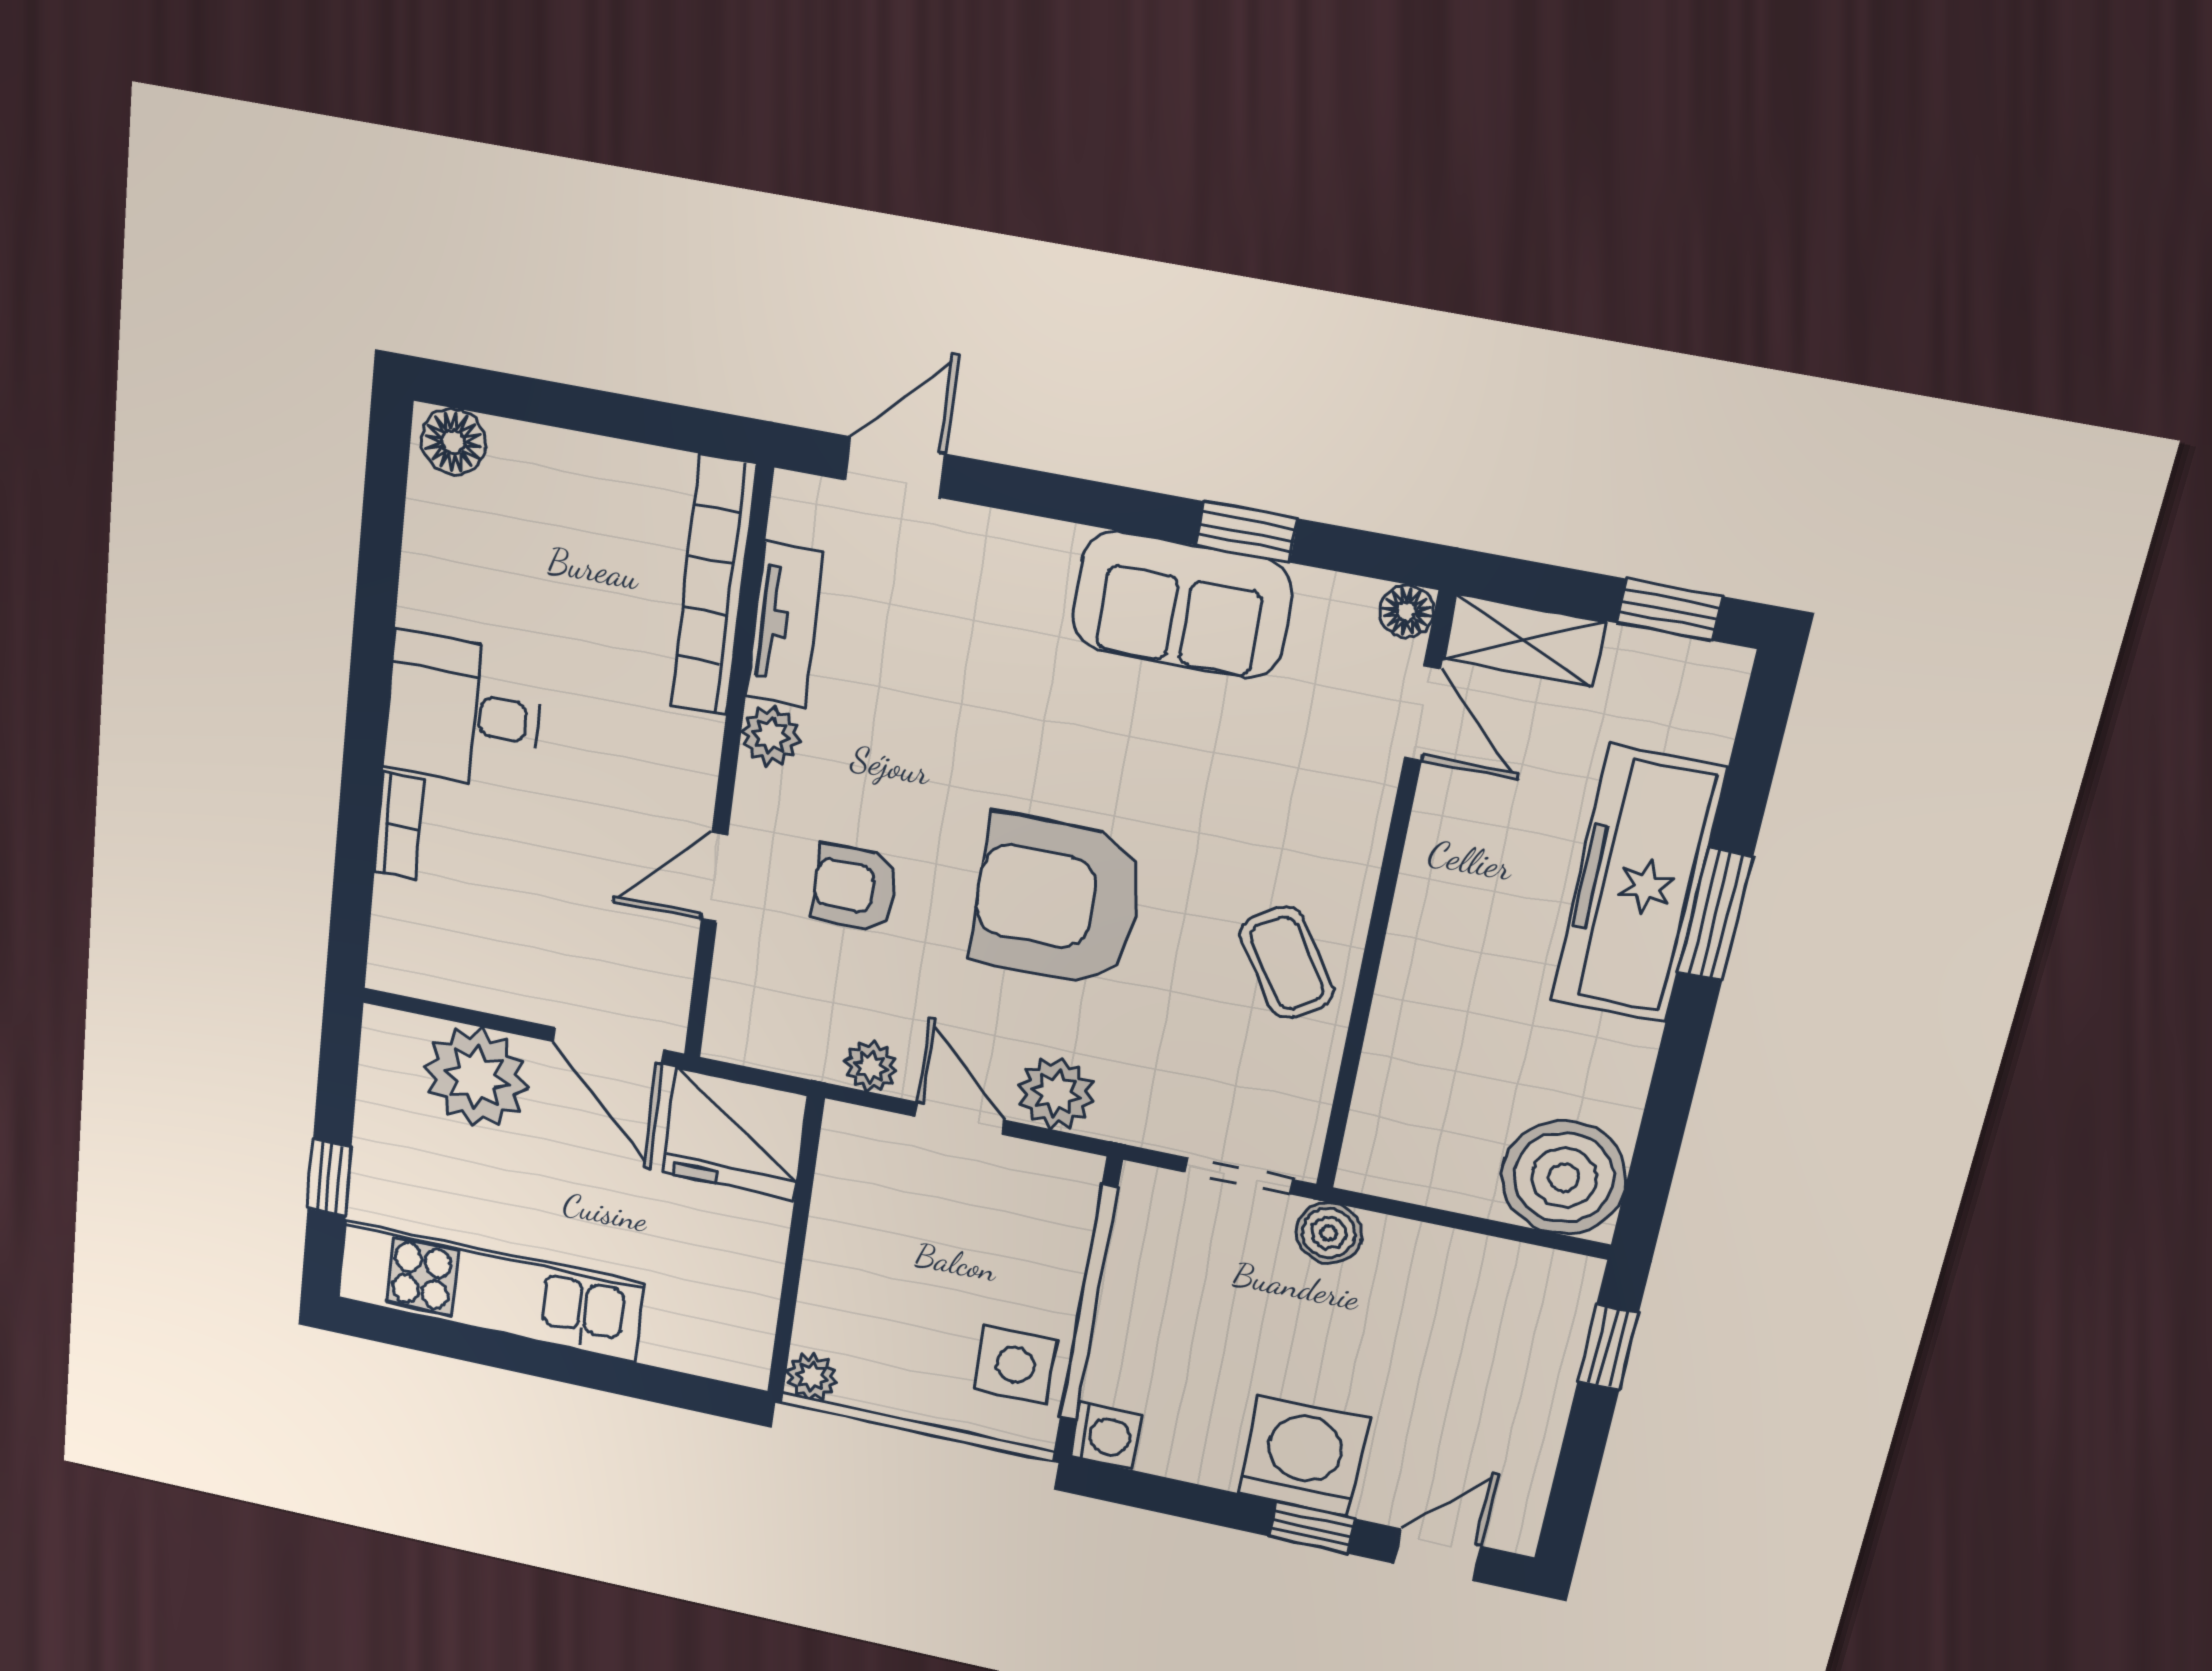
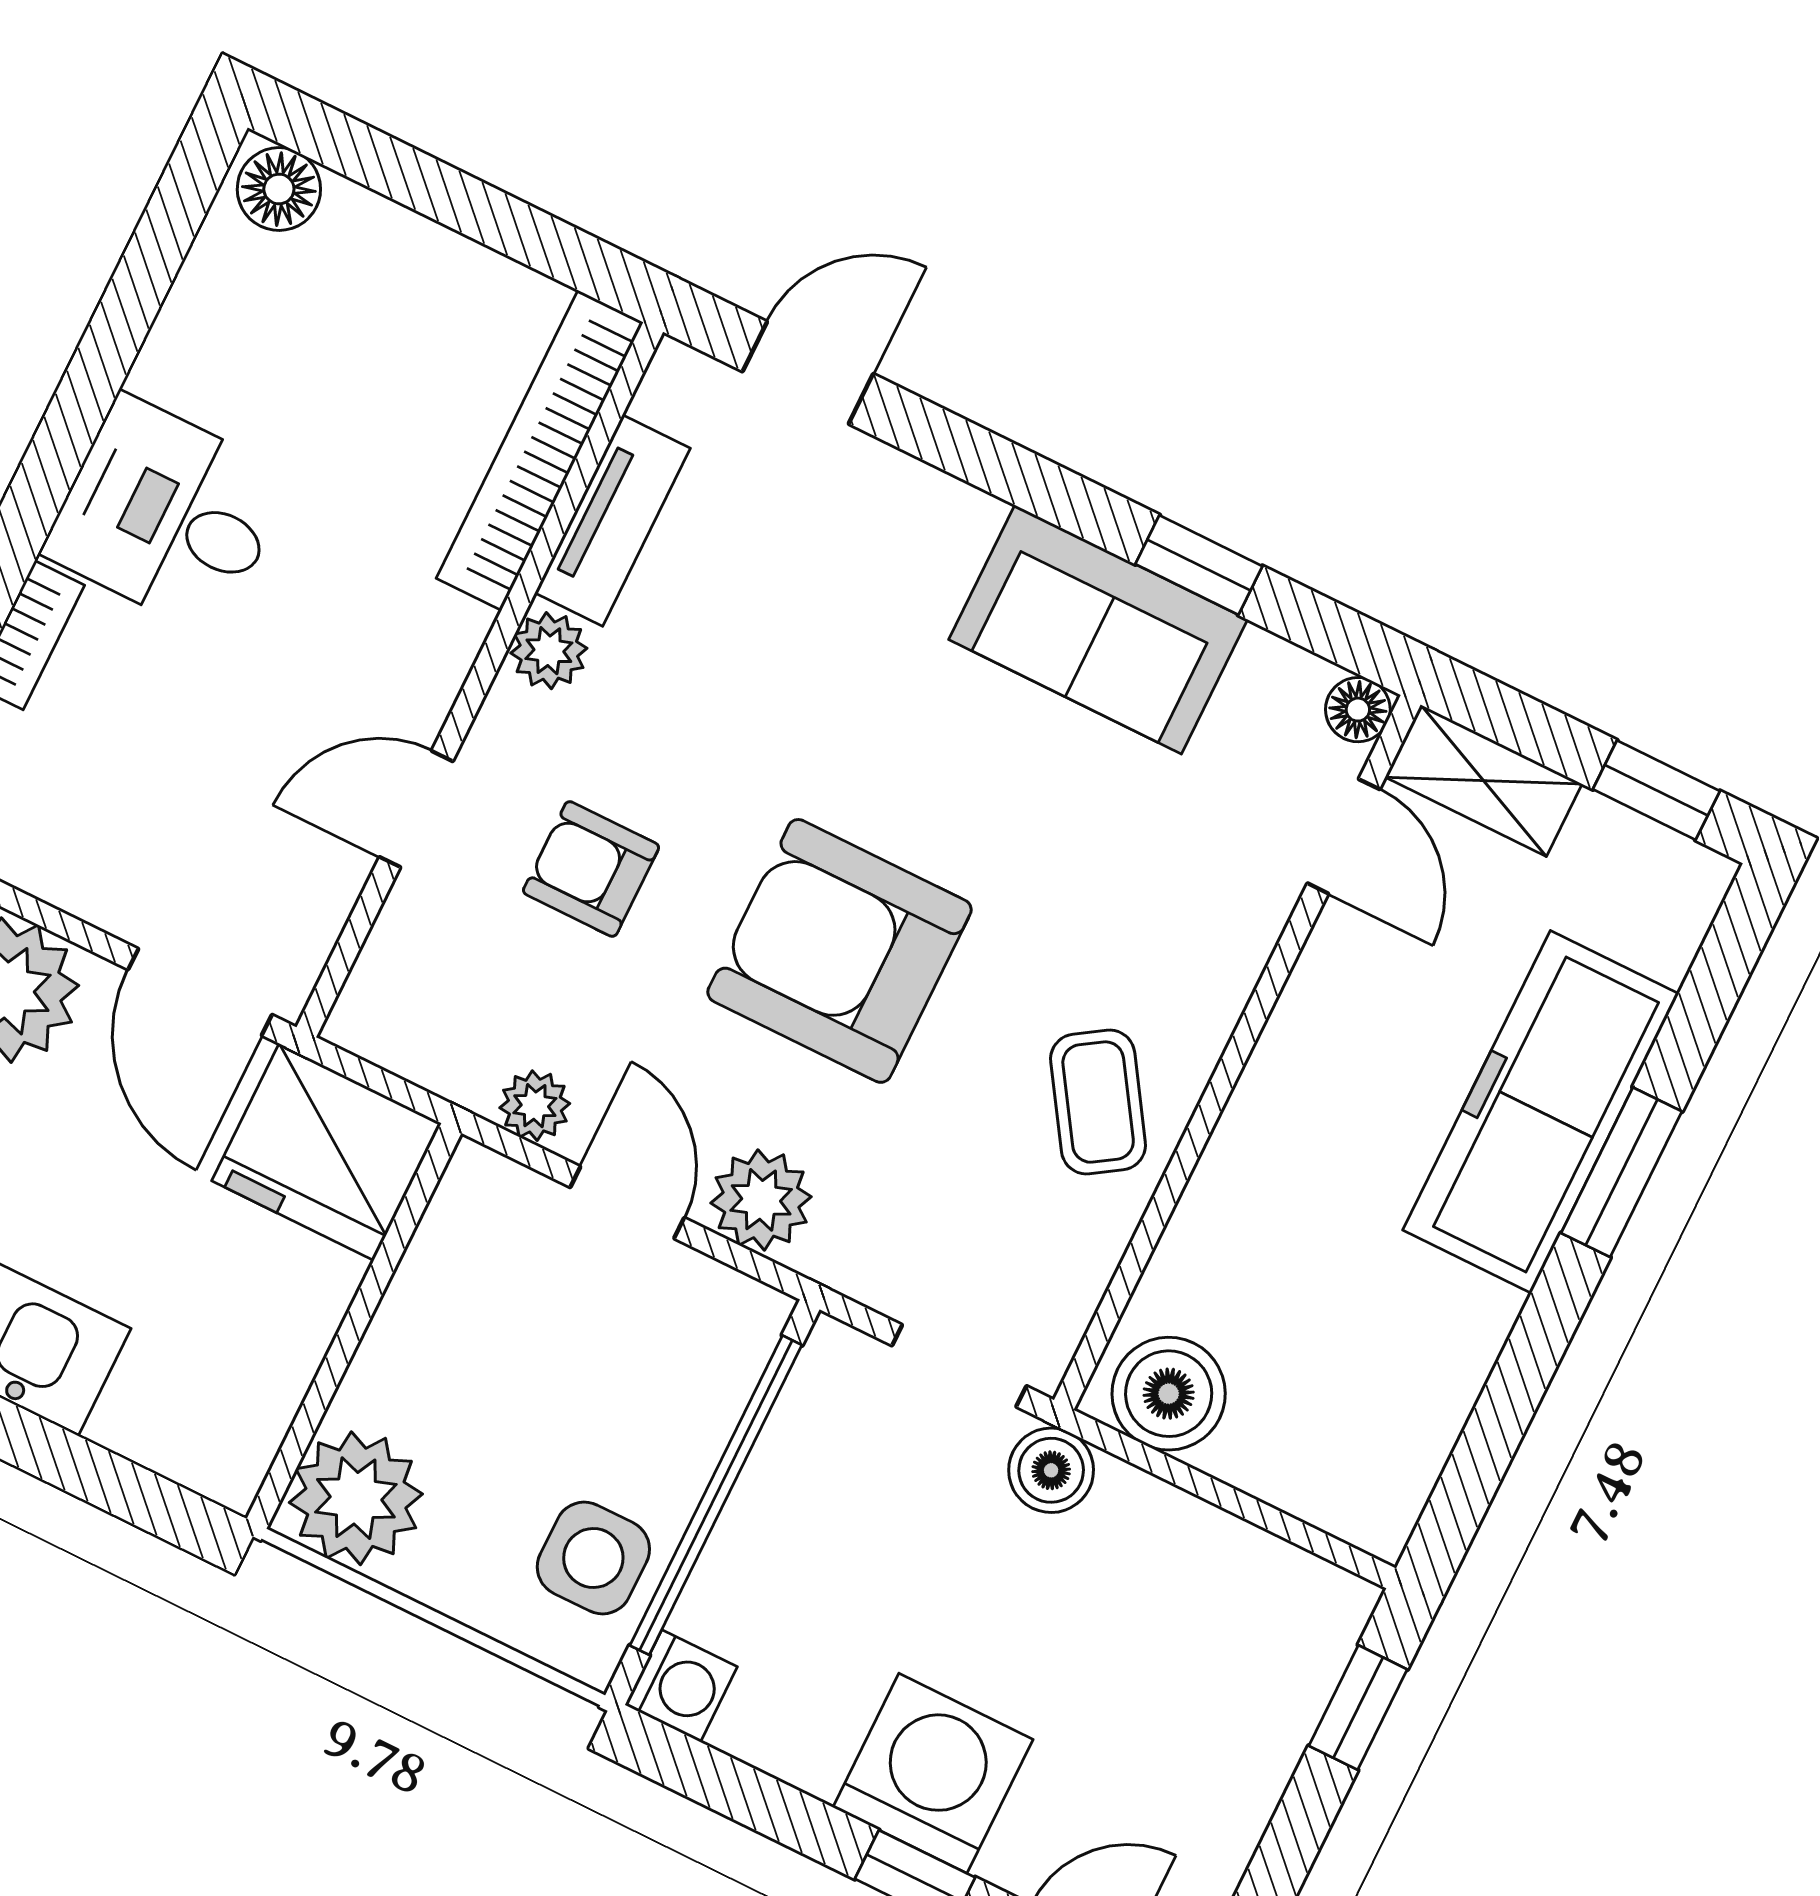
boiler: (1564, 1177) -> (1169, 1394), moved, width x0.73, depth x0.73
plant: (812, 1377) -> (356, 1498), width x1.87, depth x1.87

